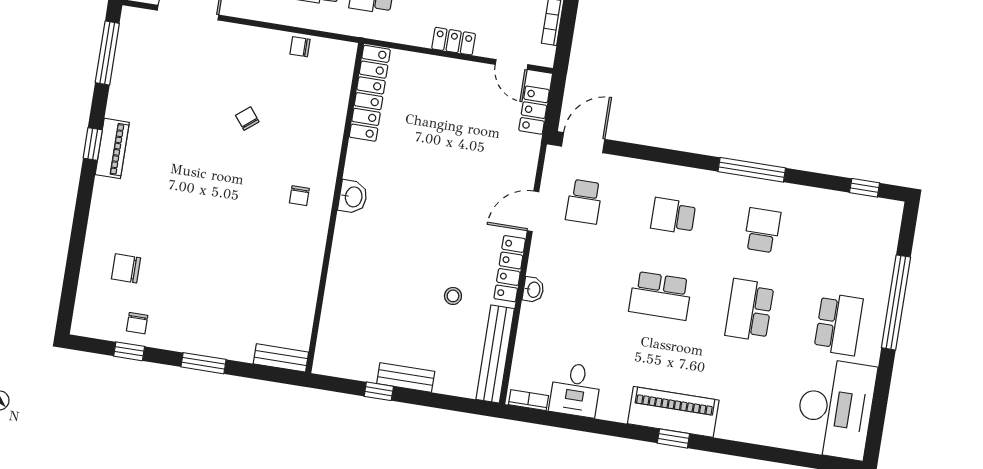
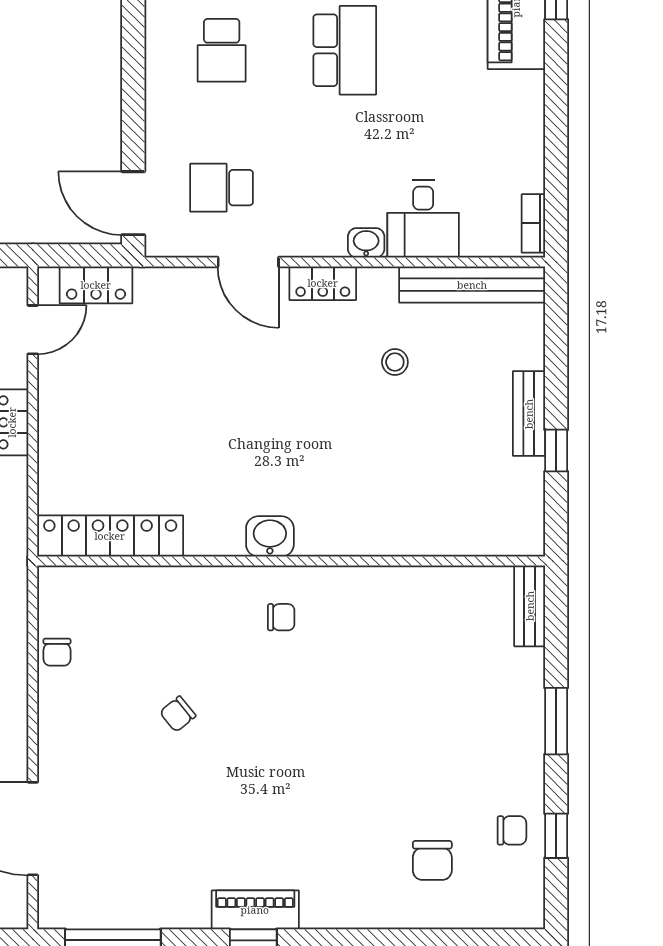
school desk: (584, 202) -> (222, 188), turned 180
locker: (510, 269) -> (323, 283), width x0.66
desk: (575, 390) -> (423, 219), moved, turned 90

